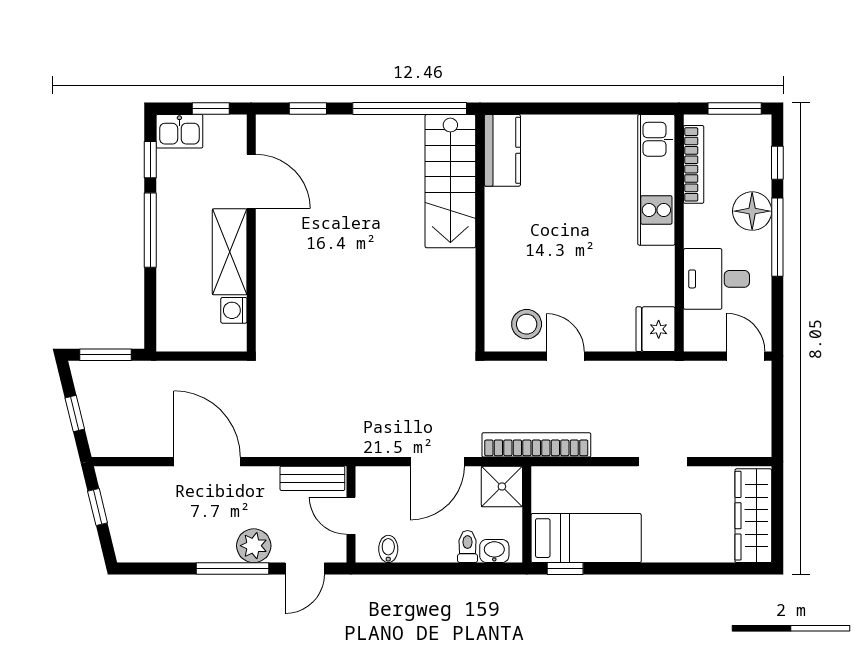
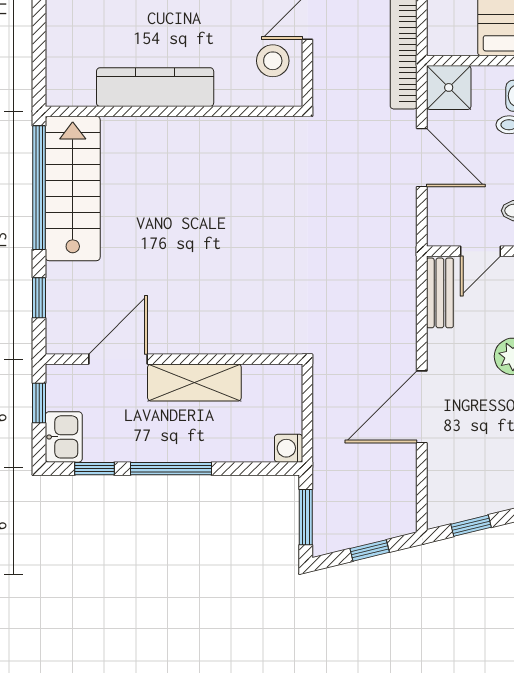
kitchen counter: (502, 150) -> (155, 87), moved, width x1.50
stairs: (450, 181) -> (73, 188), moved, turned -90
washing machine: (234, 310) -> (289, 448), moved, turned 90

